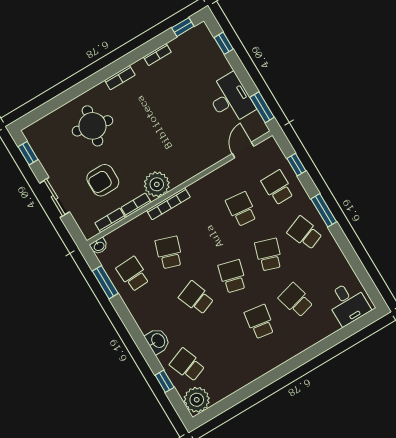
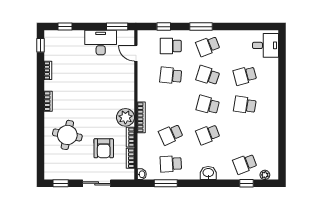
school desk: (169, 252) -> (171, 134), turned -42
washbasin: (158, 341) -> (208, 173), moved
plant: (197, 400) -> (265, 175), width x0.53, depth x0.53

